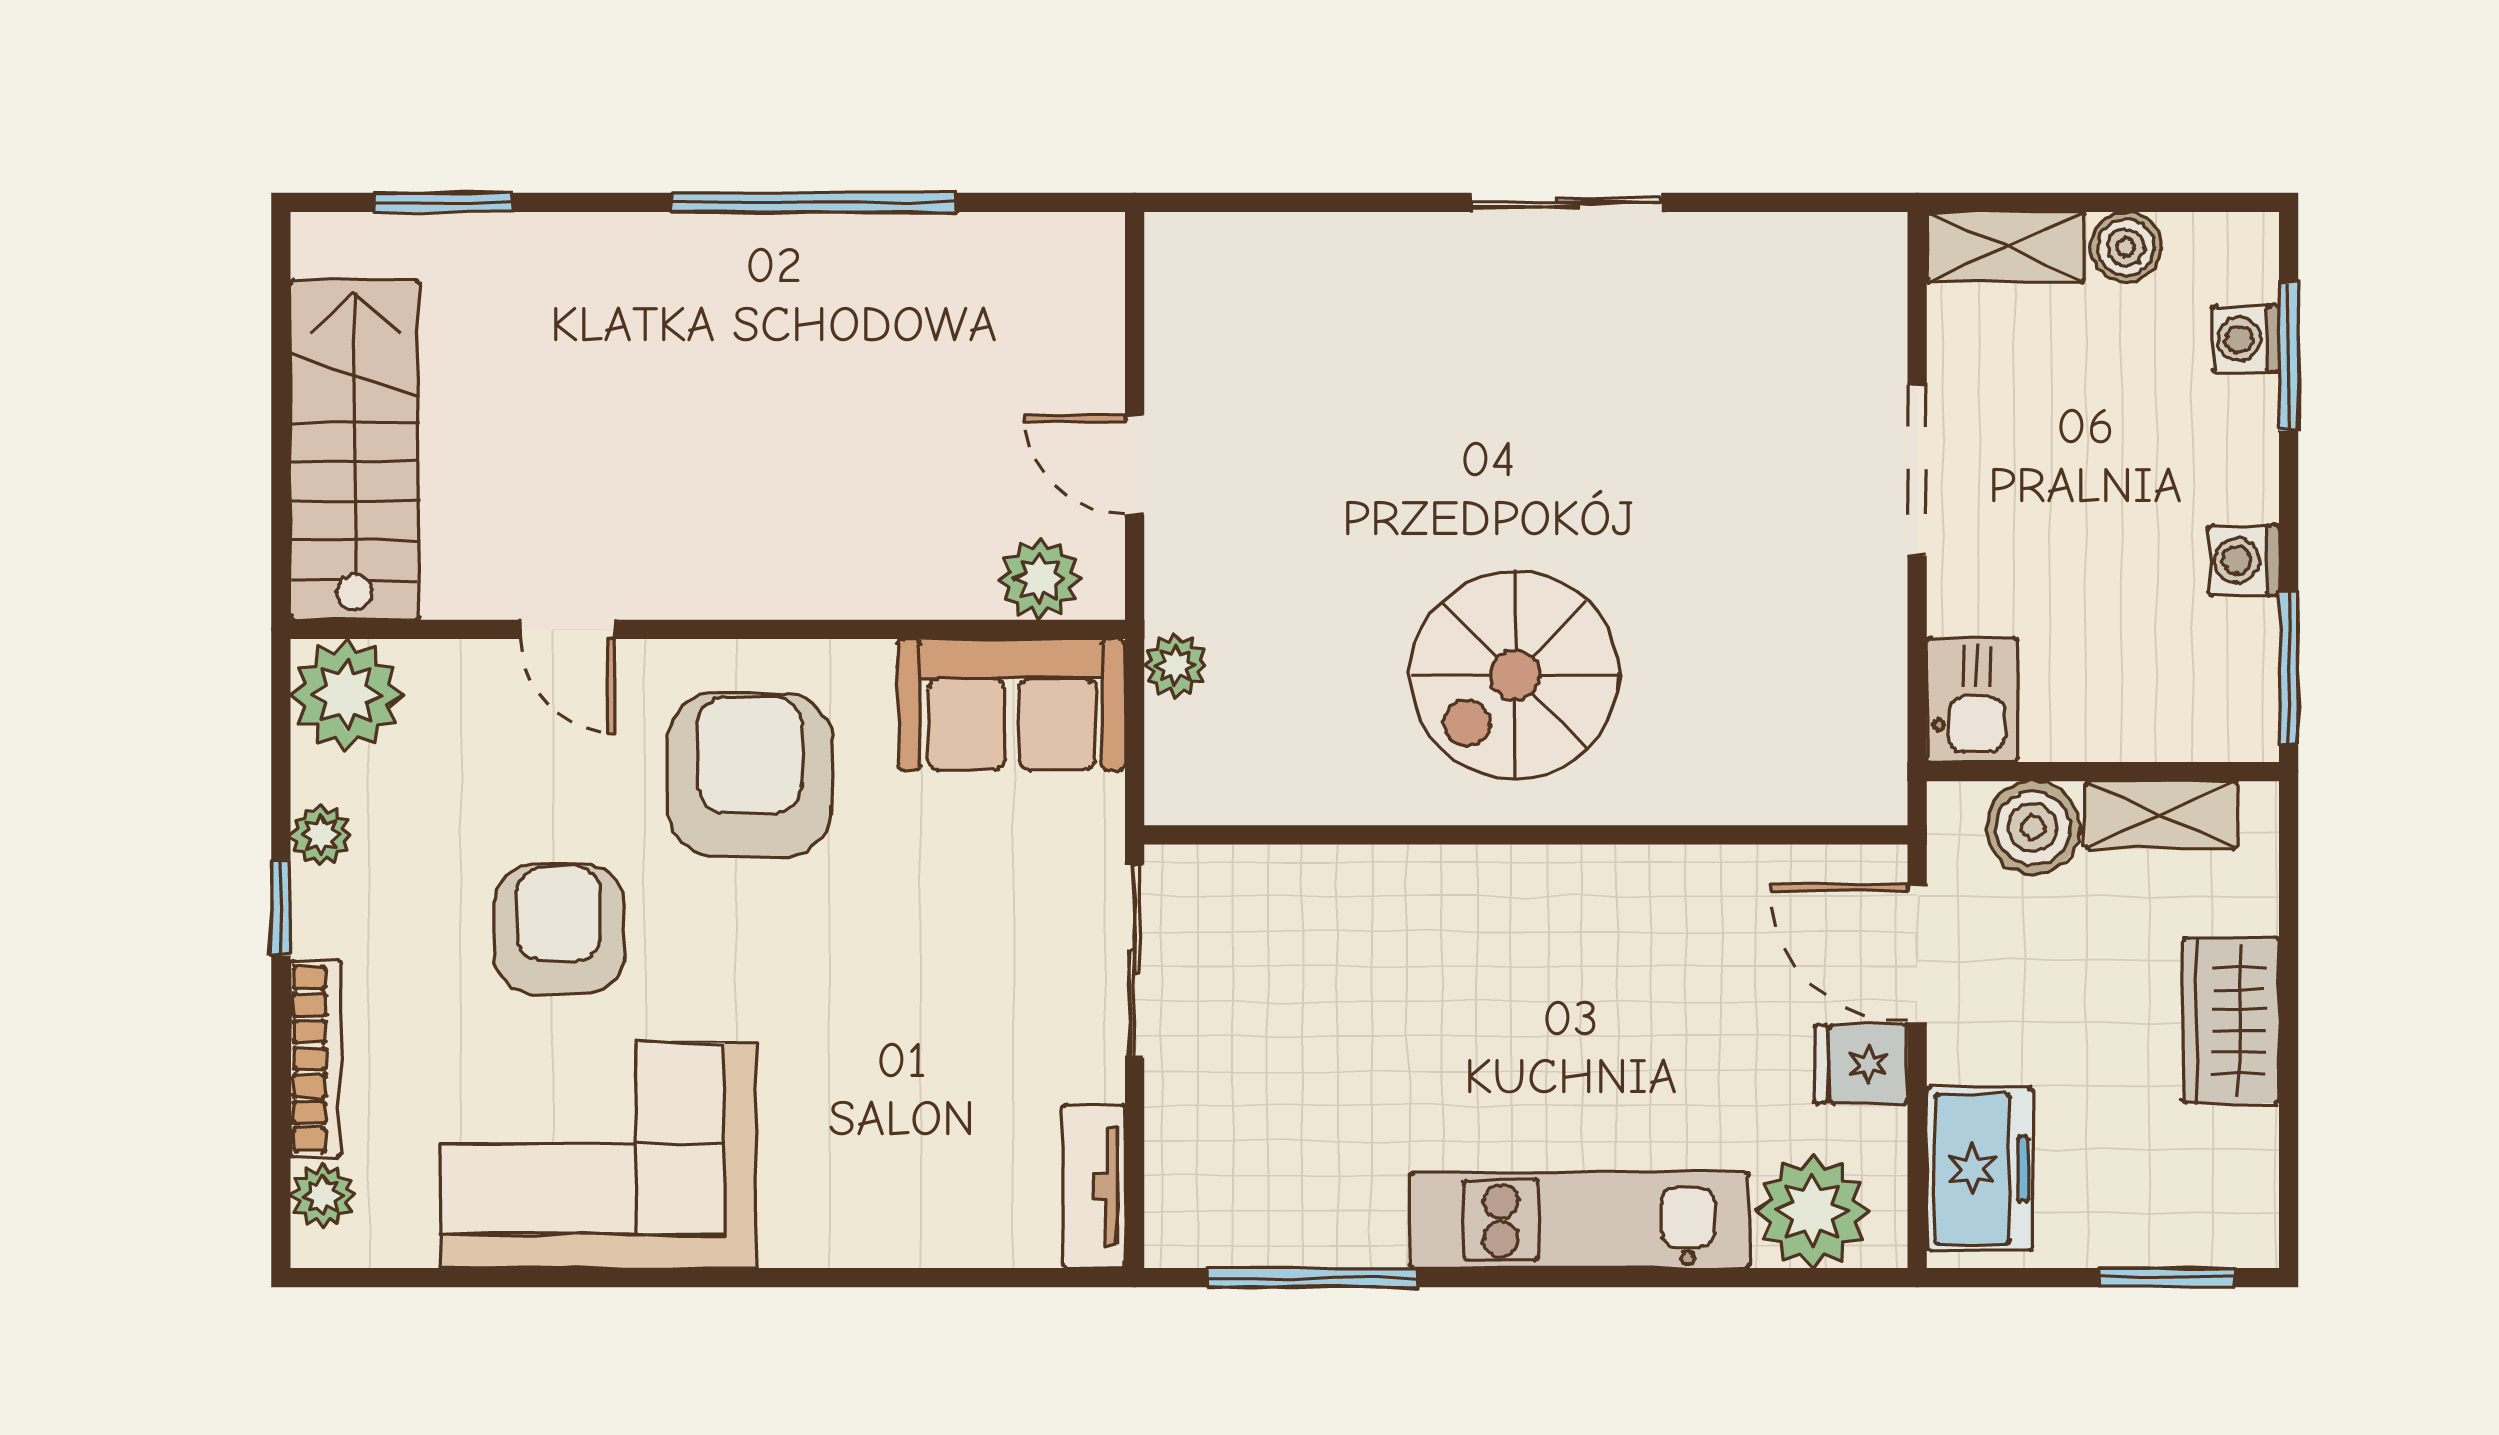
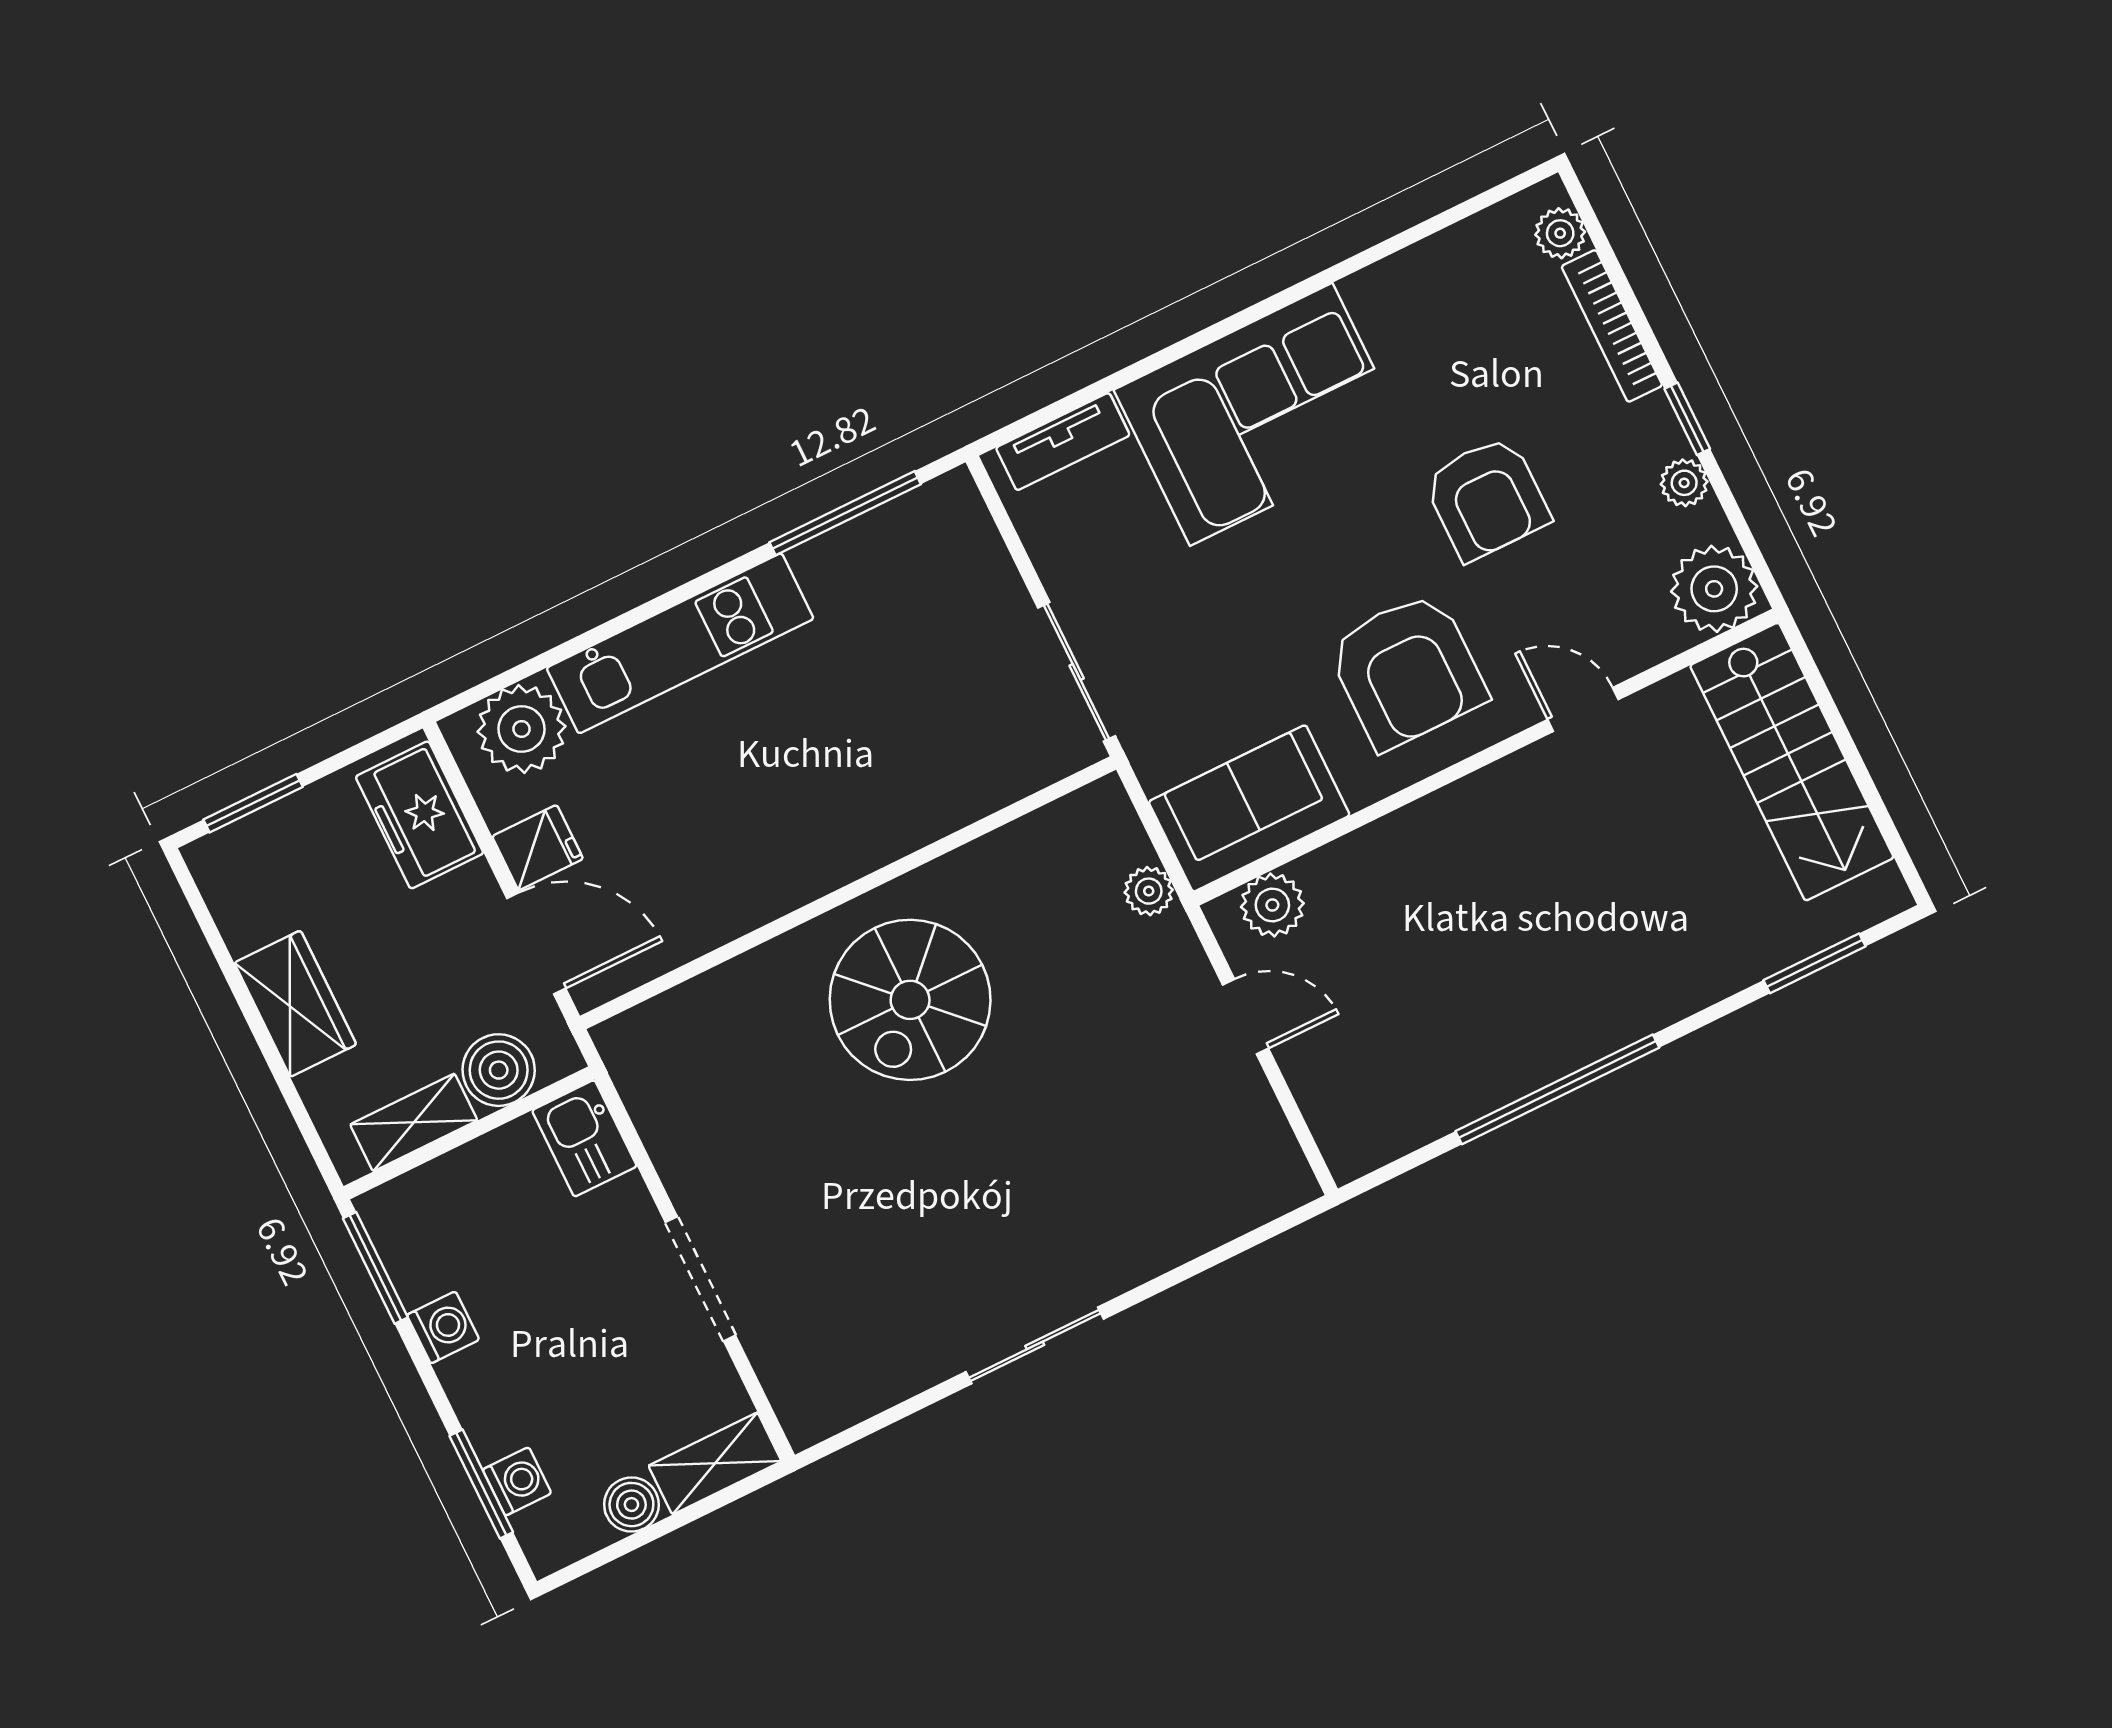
spiral stairs: (1515, 675) -> (910, 1000), turned 180
corner sofa: (598, 1155) -> (1261, 414), moved
tv unit: (1094, 1186) -> (1063, 442), moved, turned 90

